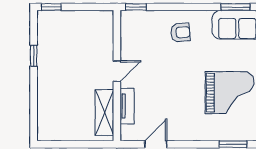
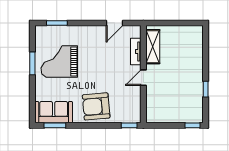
armchair: (180, 32) -> (96, 106), width x1.88, depth x1.88

